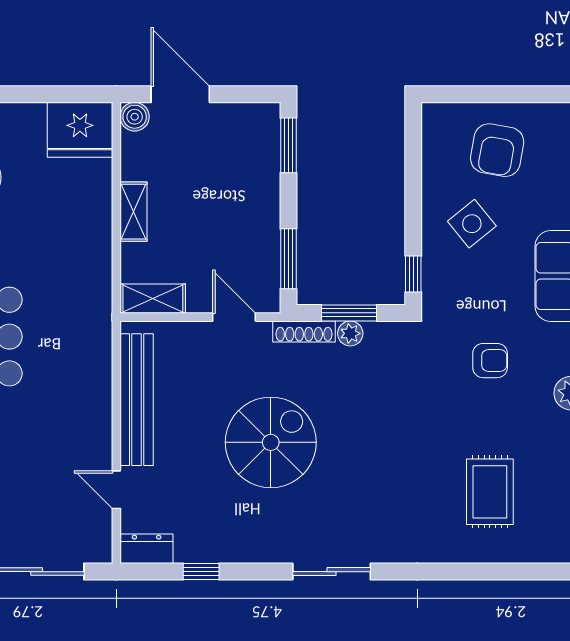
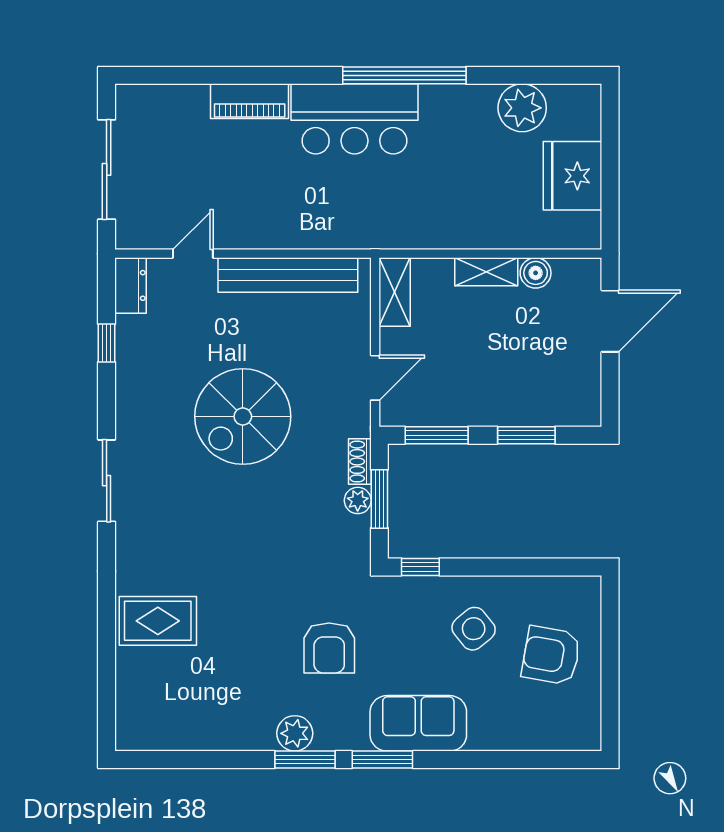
boiler: (135, 117) -> (536, 273), moved
fridge: (80, 130) -> (573, 176), moved
window: (288, 145) -> (526, 435), moved
shoe rack: (304, 331) -> (360, 461), width x0.70
armchair: (490, 361) -> (329, 648), width x1.38, depth x1.38
spiral stairs: (271, 442) -> (243, 416), turned 90
rug: (490, 492) -> (158, 621), moved

